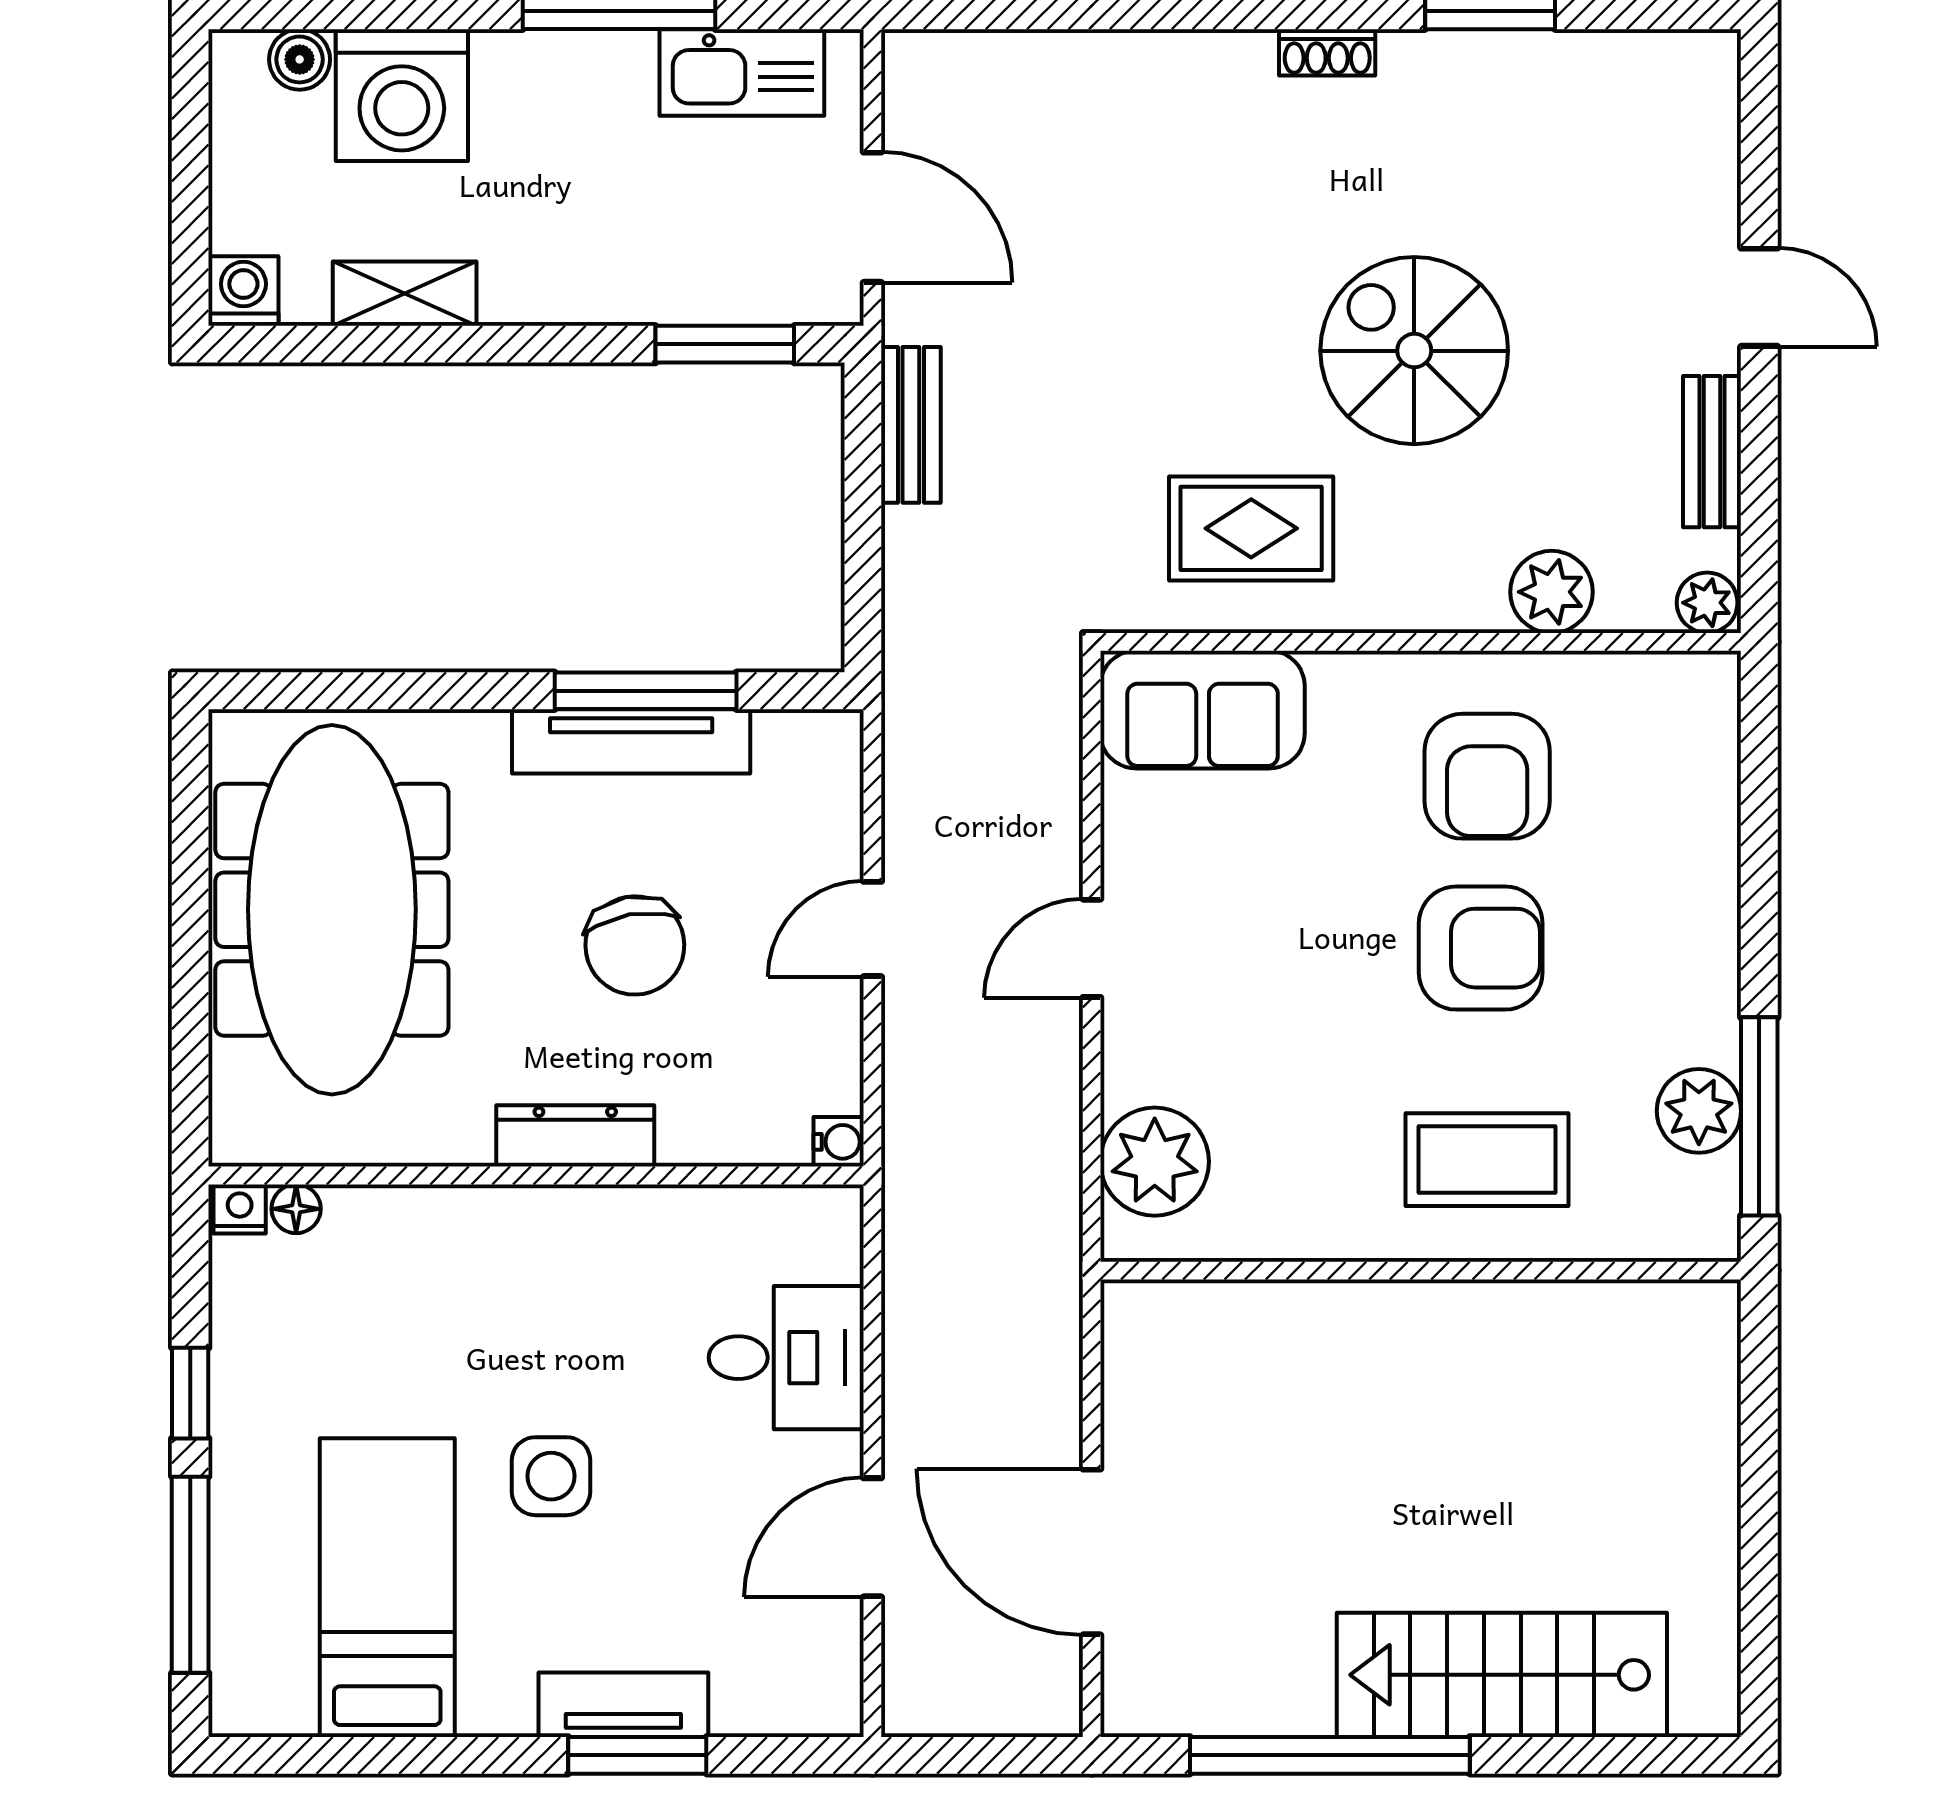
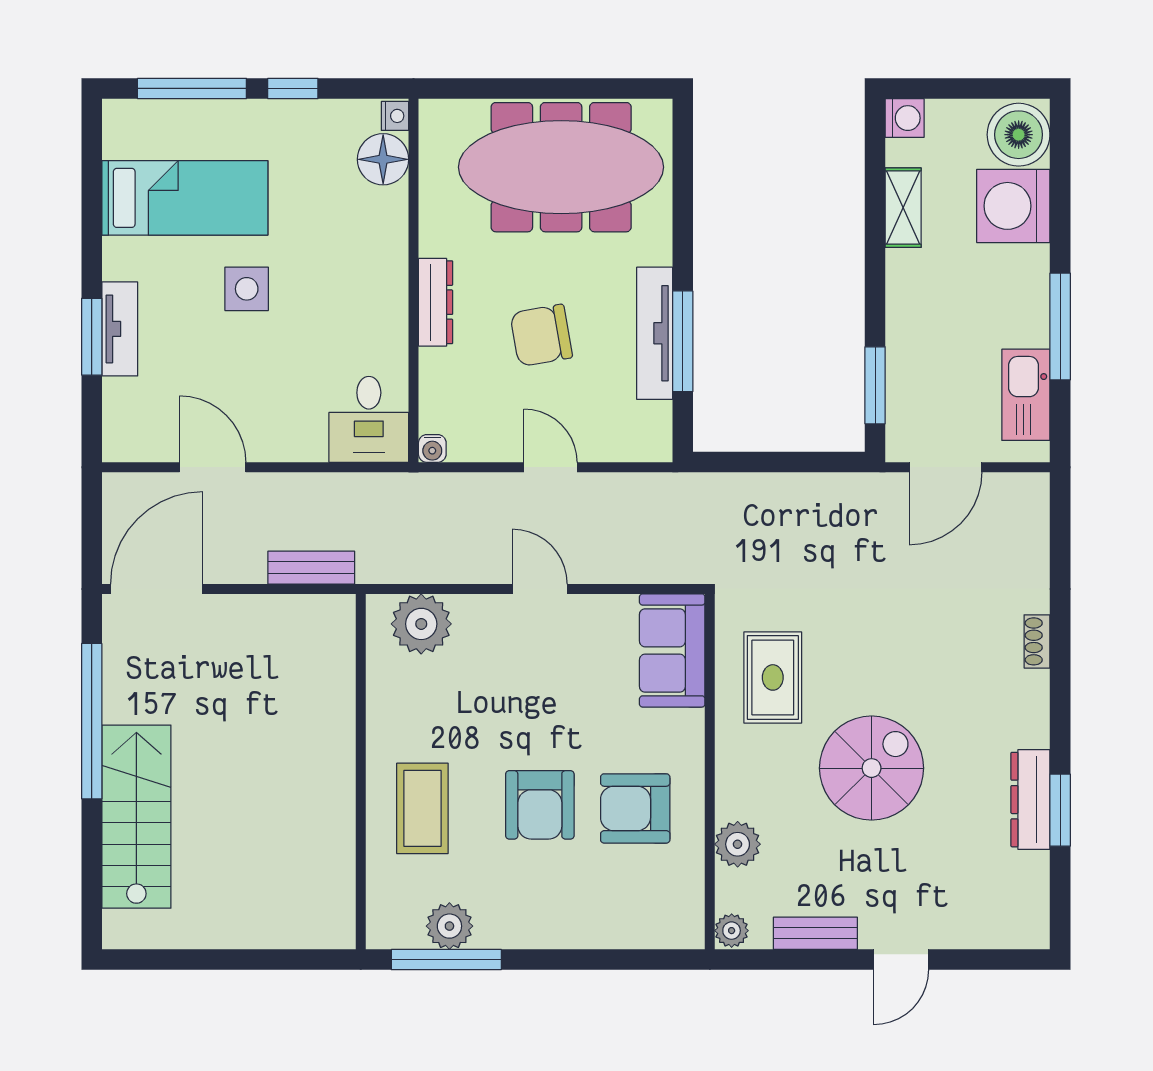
shoe rack: (1327, 52) -> (1037, 641), moved
boiler: (300, 59) -> (1019, 135), width x1.86, depth x1.86
dresser: (1471, 64) -> (1030, 800), added
bench: (911, 425) -> (311, 568), moved
floor lamp: (296, 1209) -> (383, 159), width x1.89, depth x1.89
desk: (786, 1358) -> (369, 419), moved
door: (1092, 1552) -> (157, 589), moved

